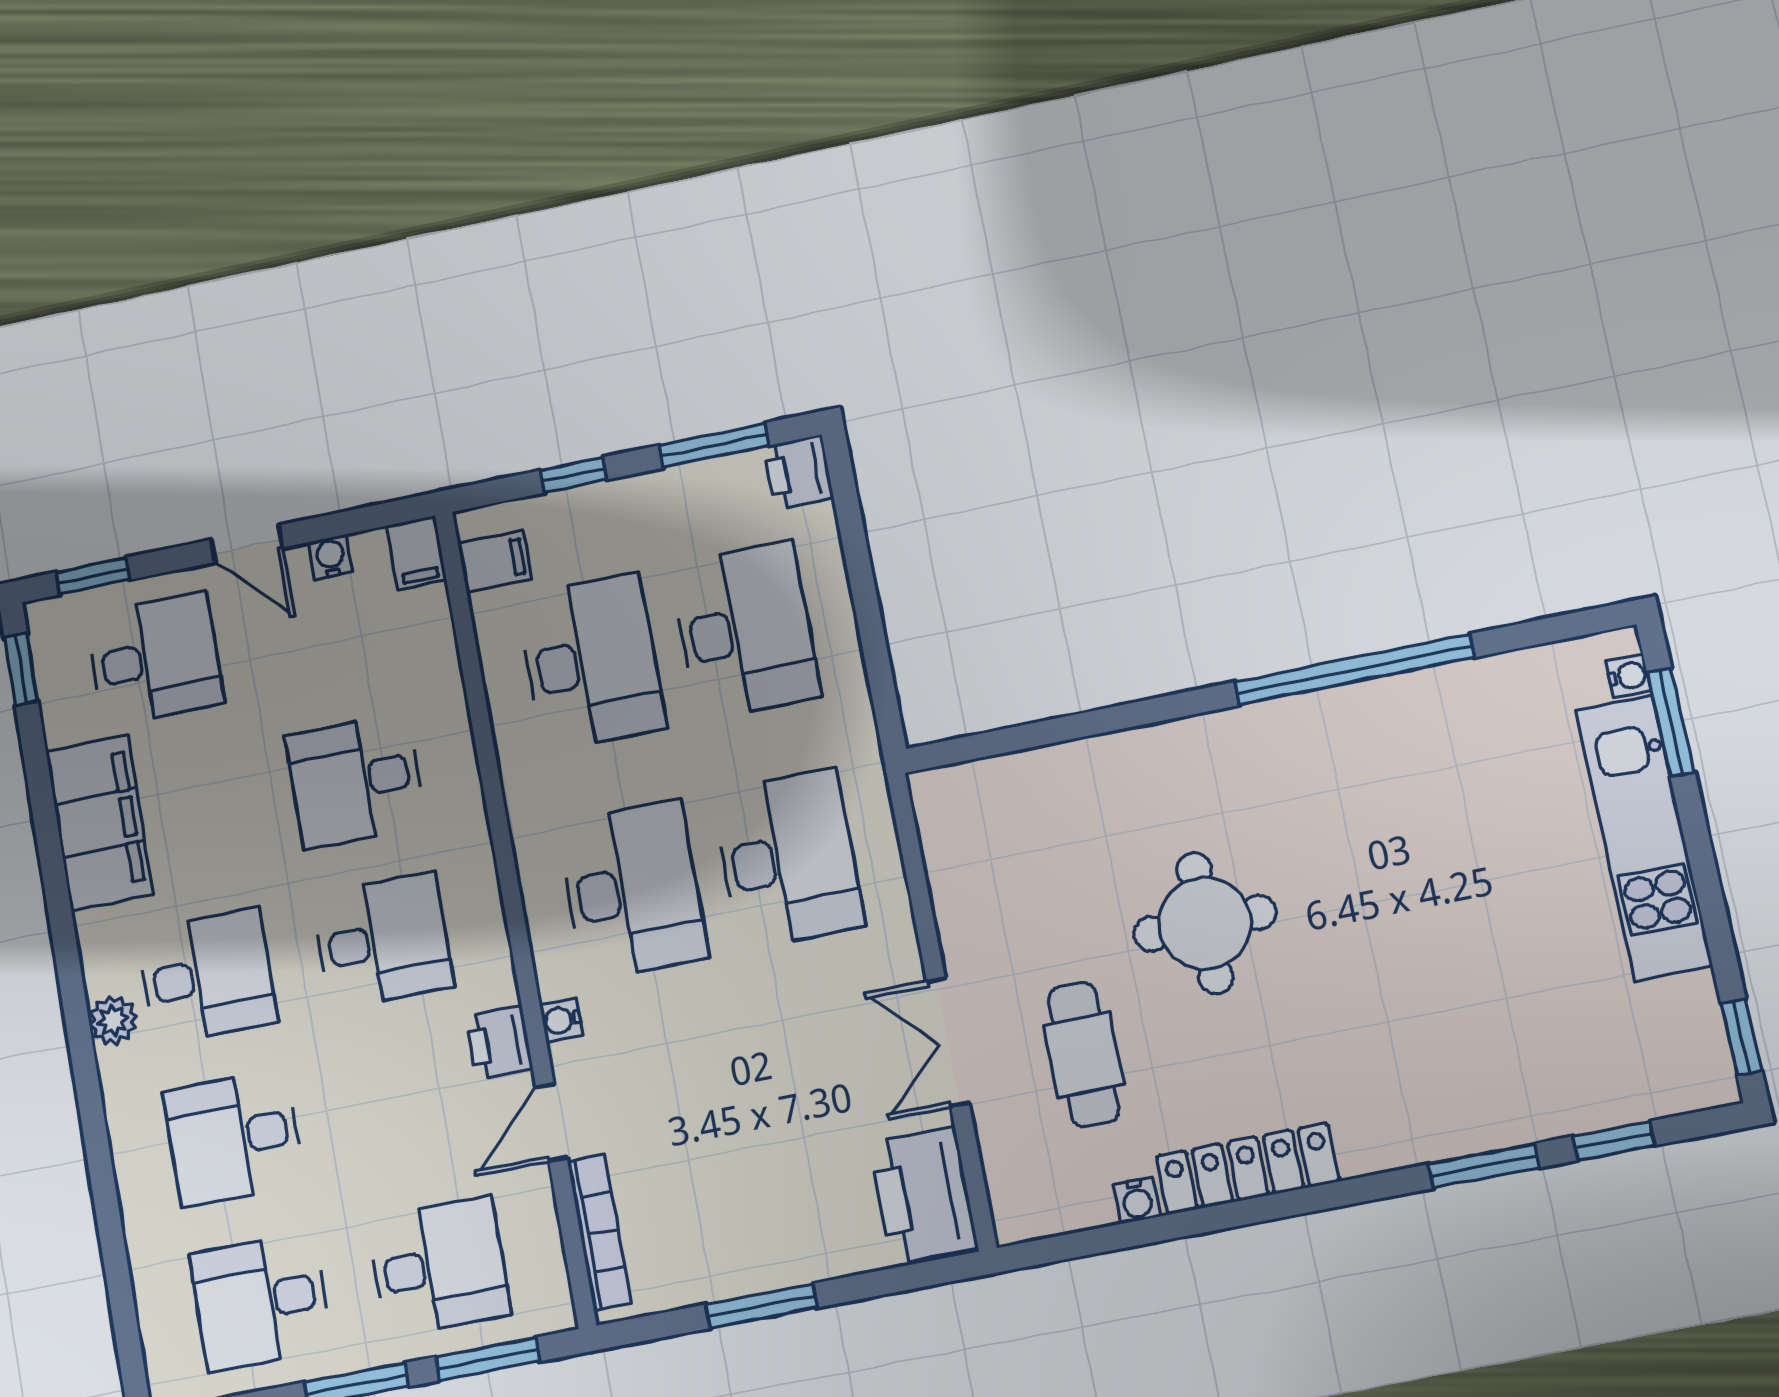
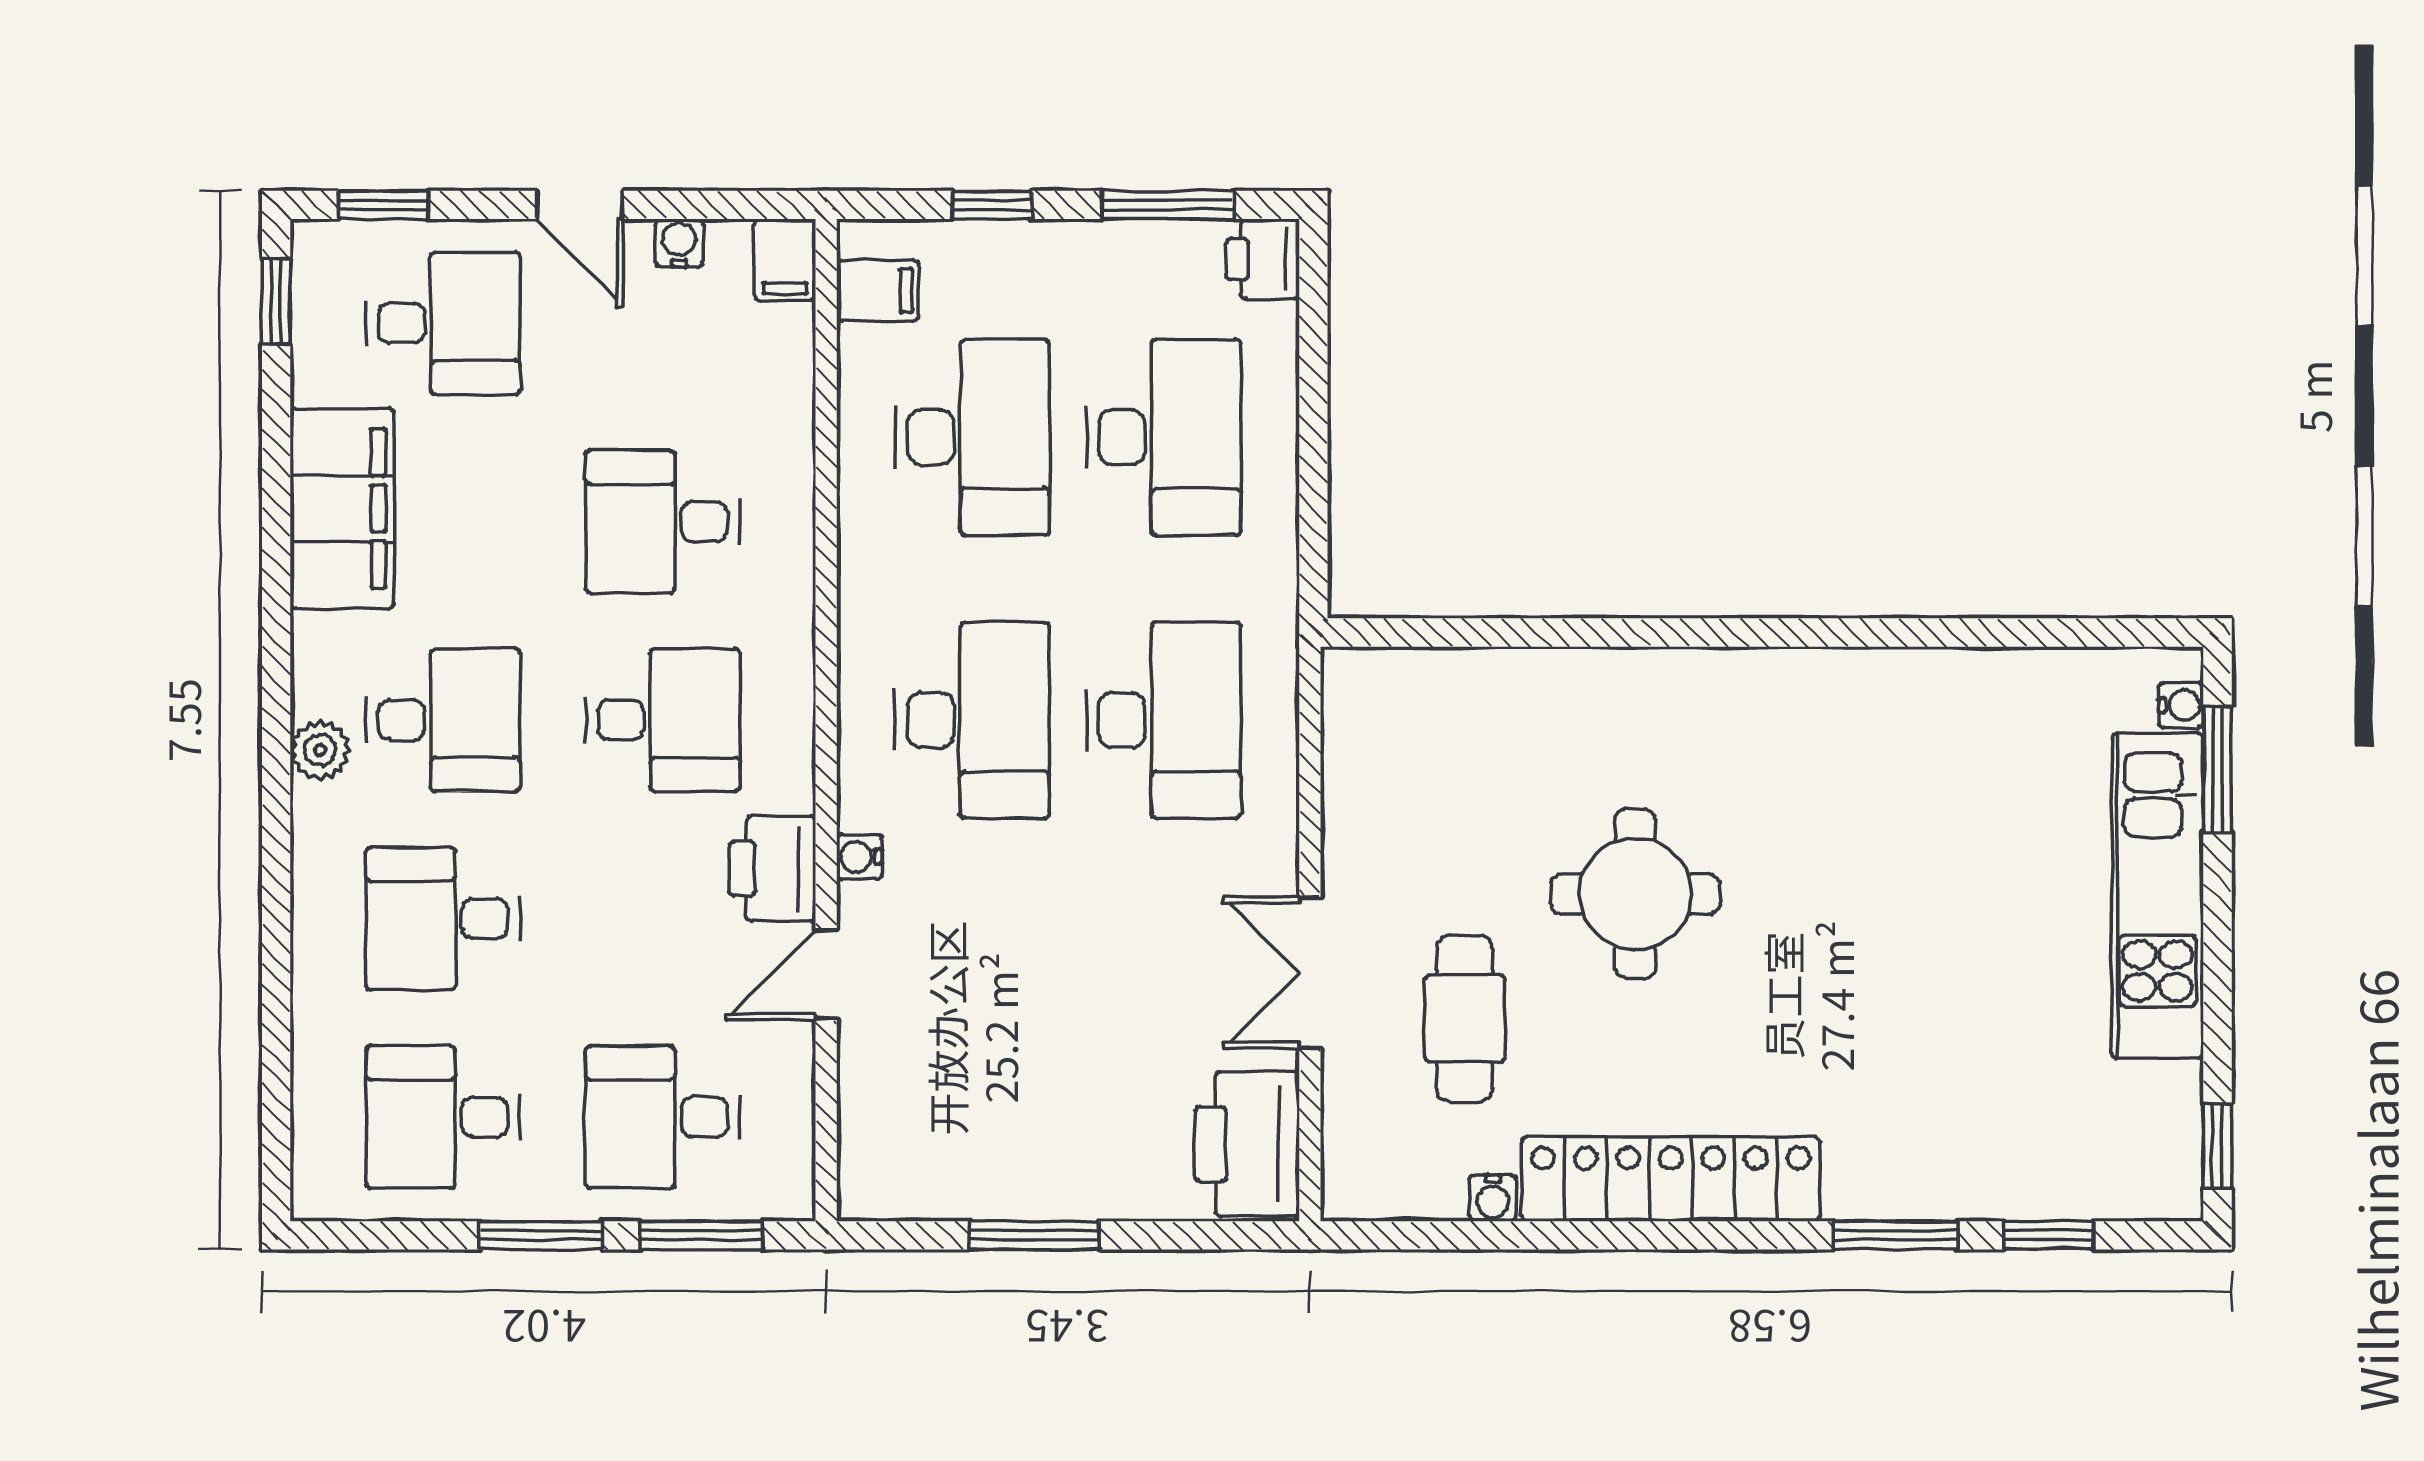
window: (1354, 670) -> (1869, 633), removed
printer: (499, 1043) -> (772, 869), width x1.36, depth x1.24
locker: (1248, 1169) -> (1671, 1179), width x1.41, depth x1.21
bookcase: (599, 1232) -> (860, 1114), removed
desk: (439, 1267) -> (663, 1117), turned 180

